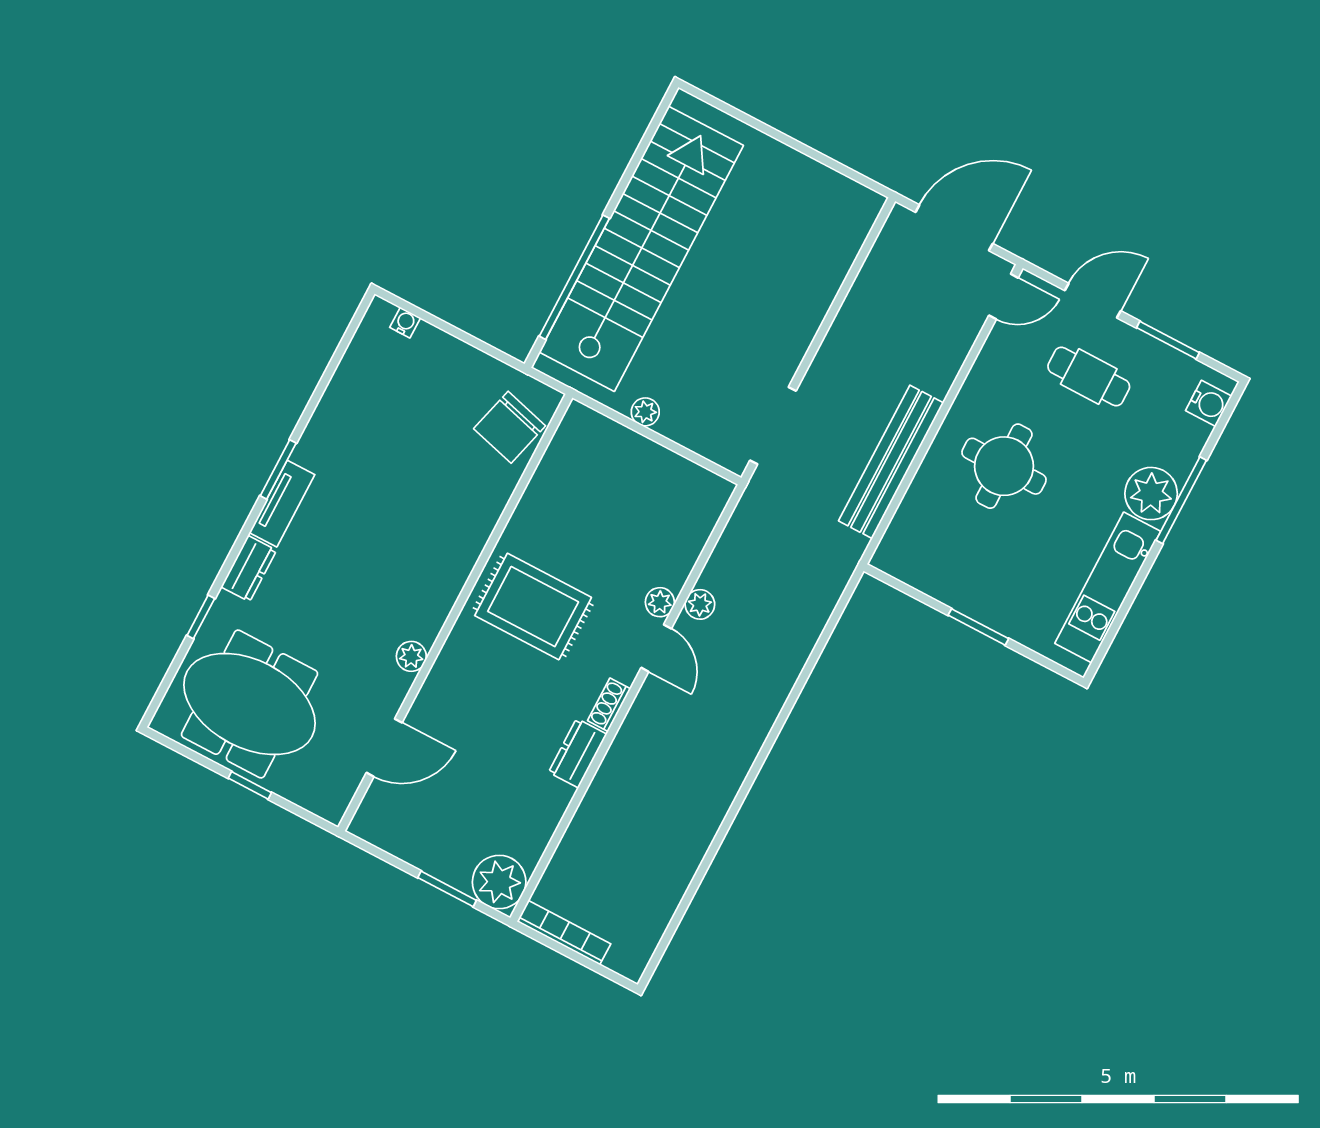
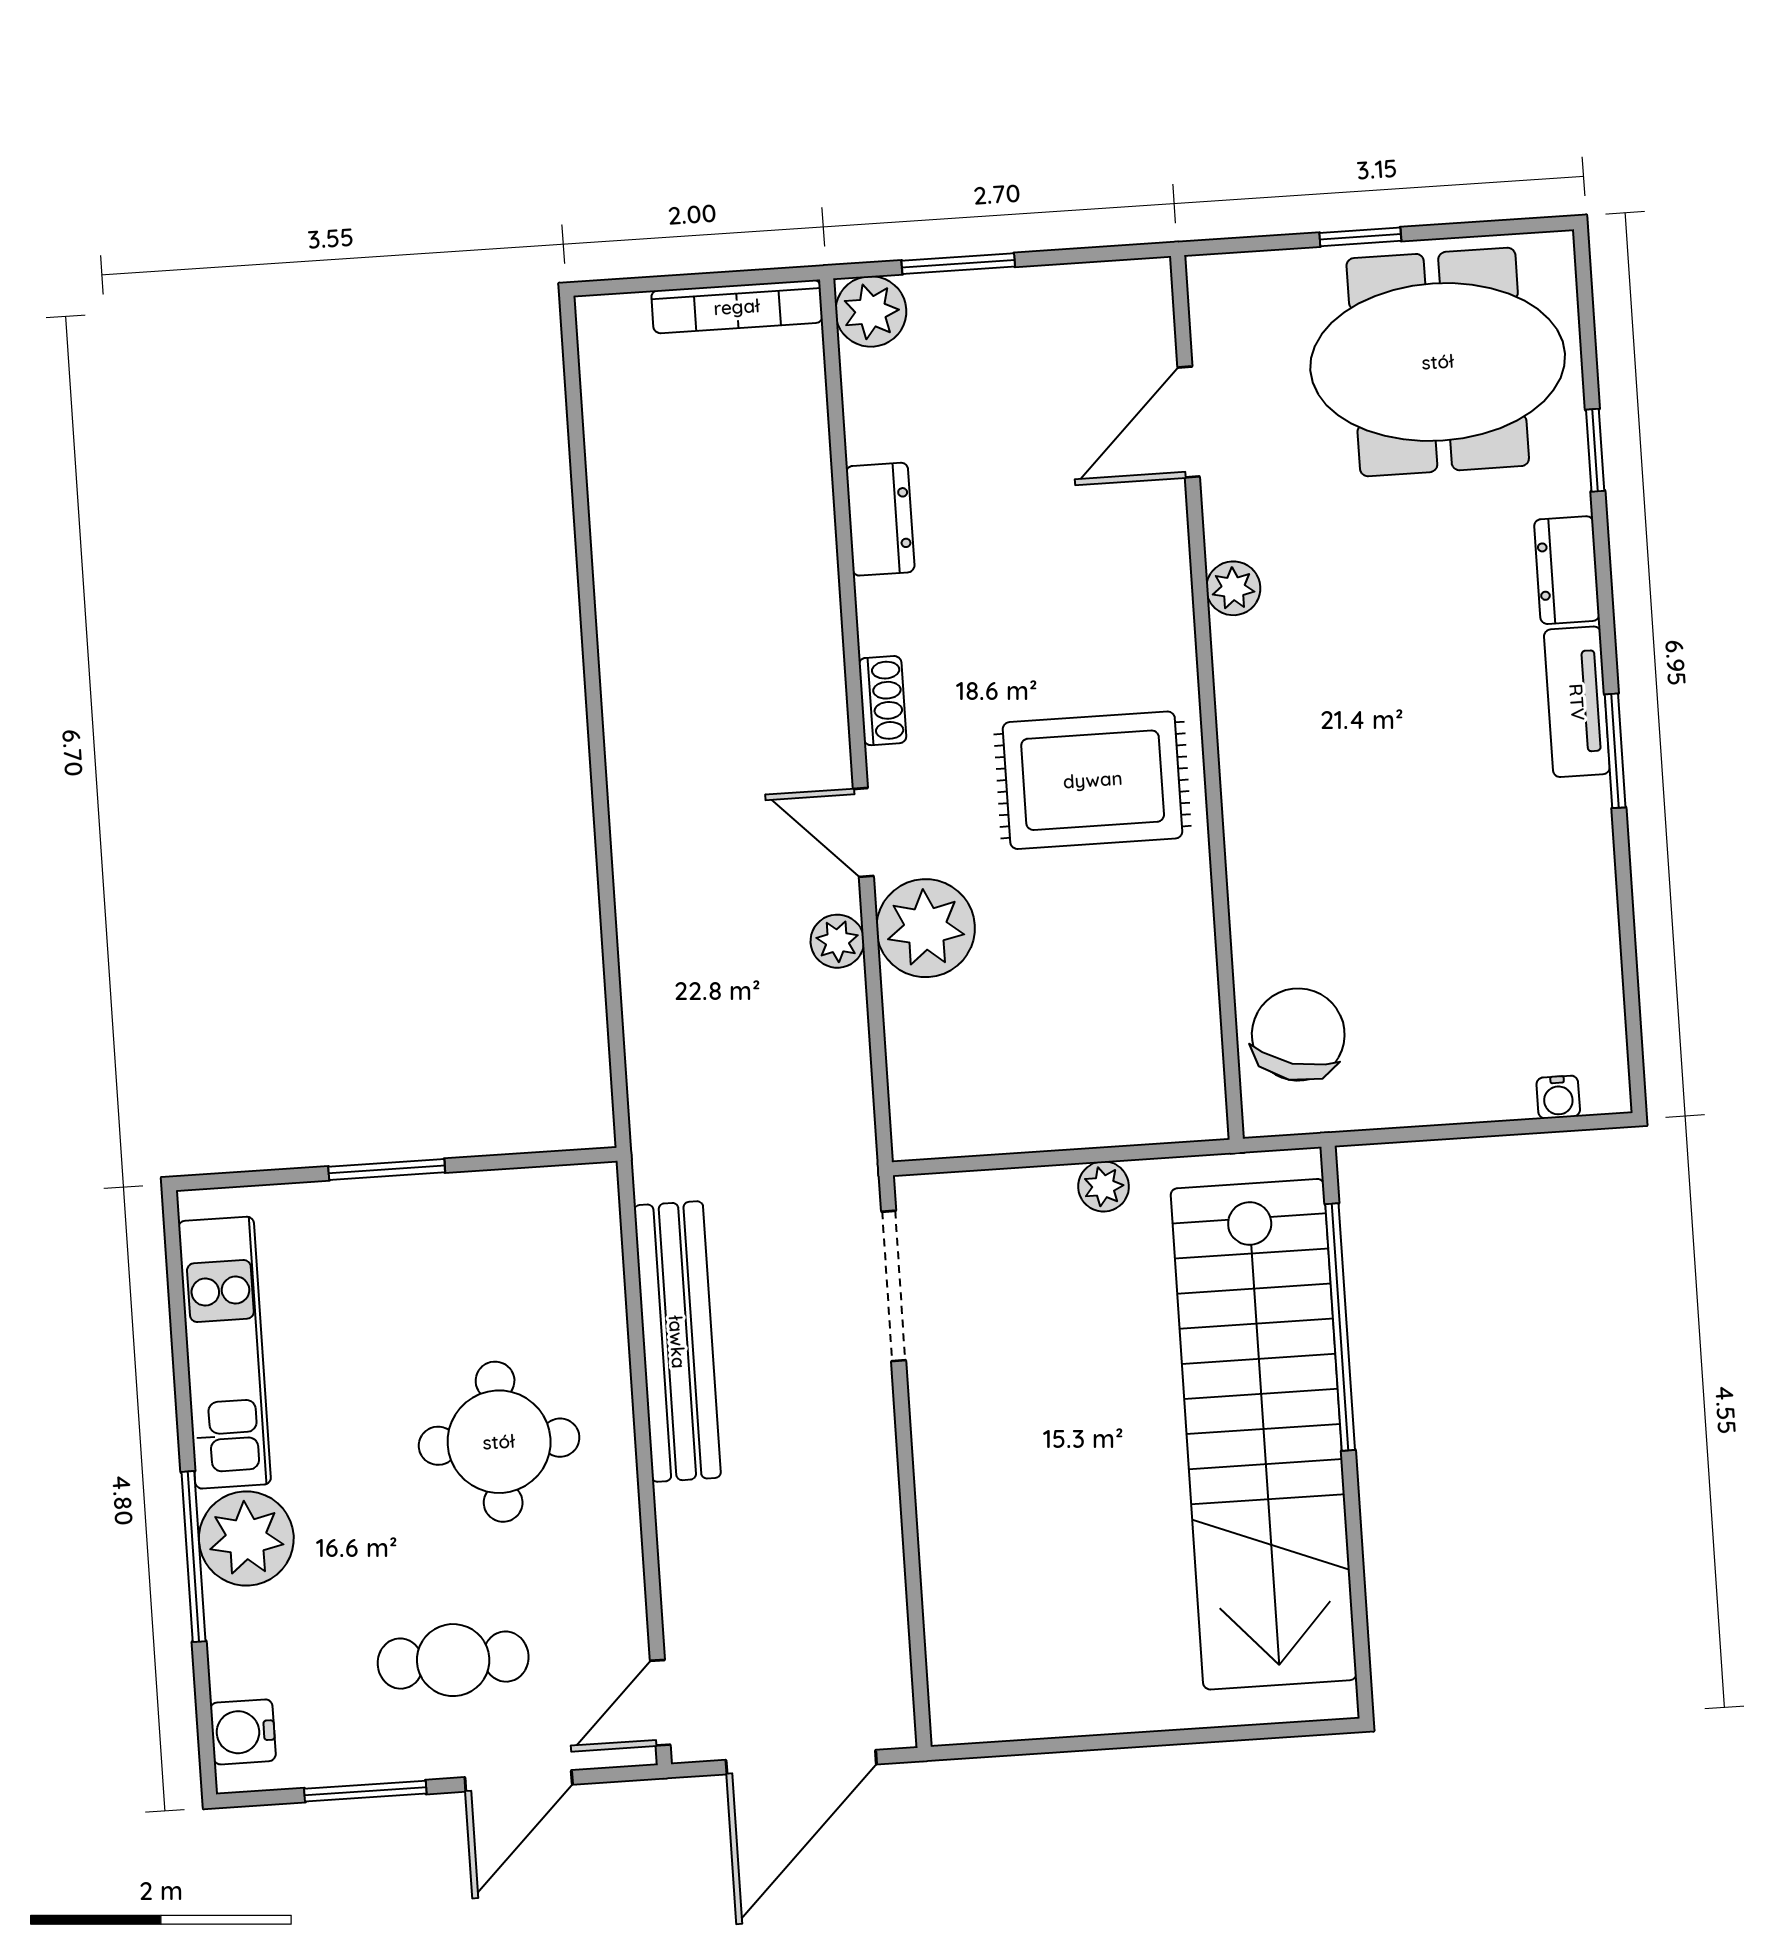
plant: (660, 602) -> (926, 928), width x1.88, depth x1.88
dresser: (578, 753) -> (880, 519), moved
plant: (499, 882) -> (871, 311), width x0.73, depth x0.73

